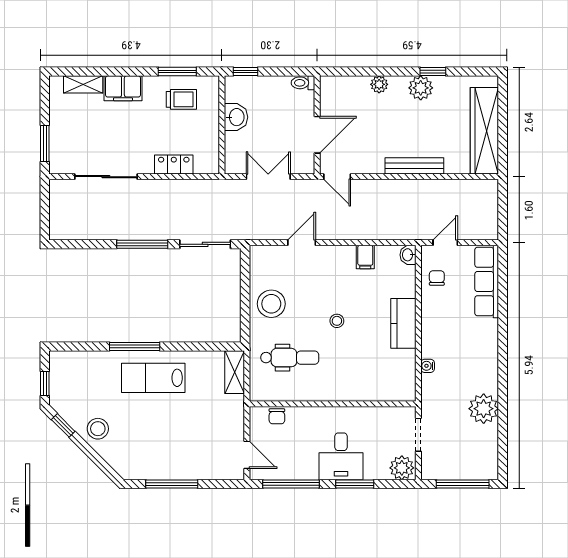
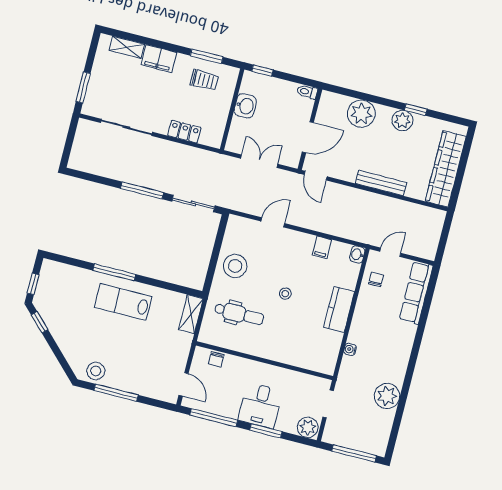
plant: (379, 84) -> (361, 114), width x1.88, depth x1.88
stool: (98, 429) -> (96, 371), moved

